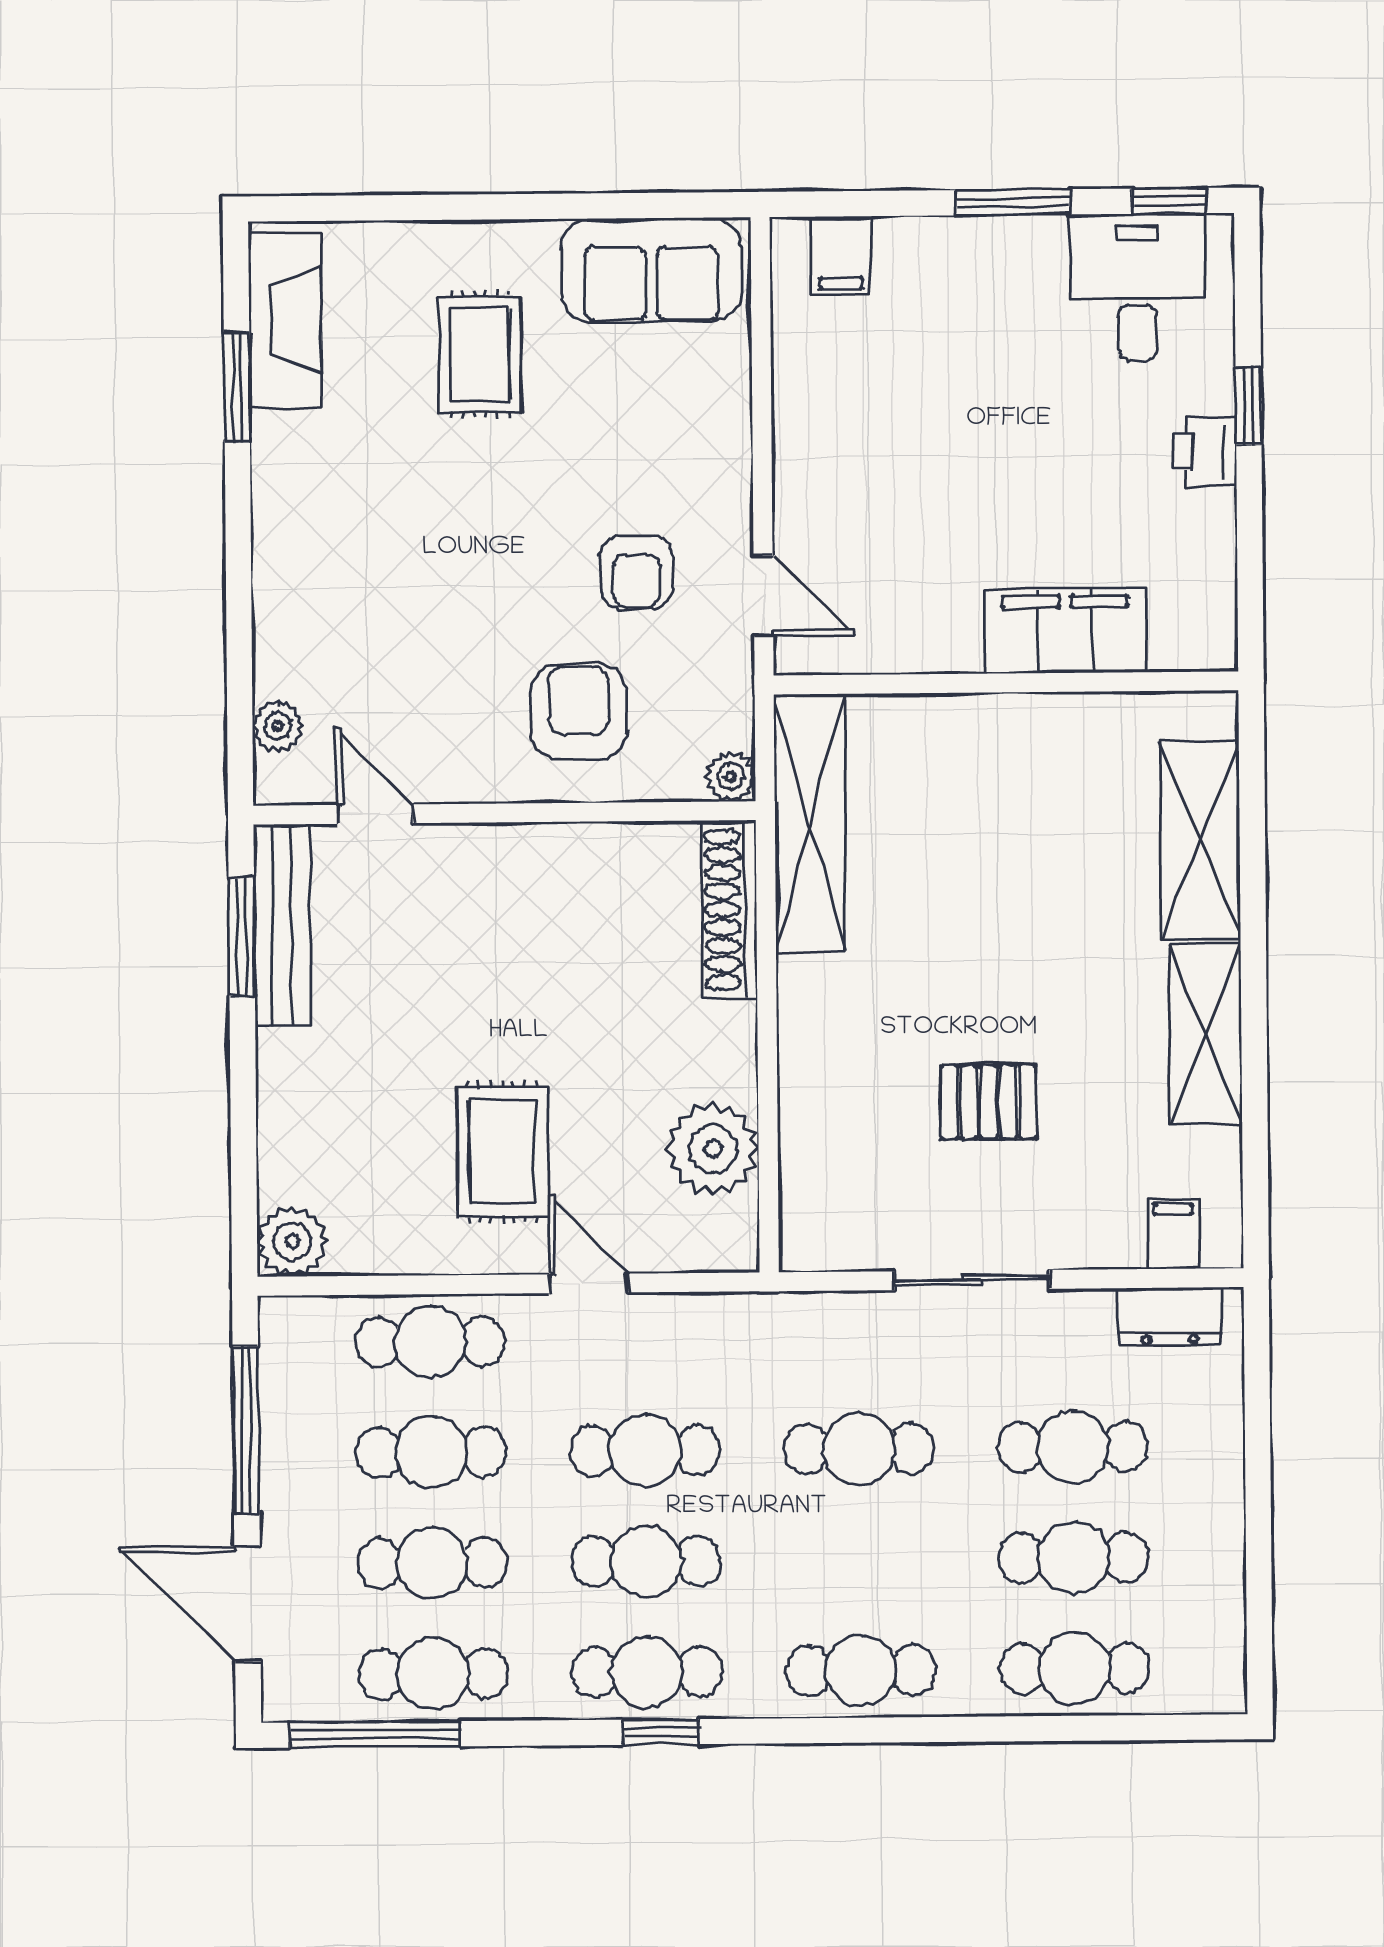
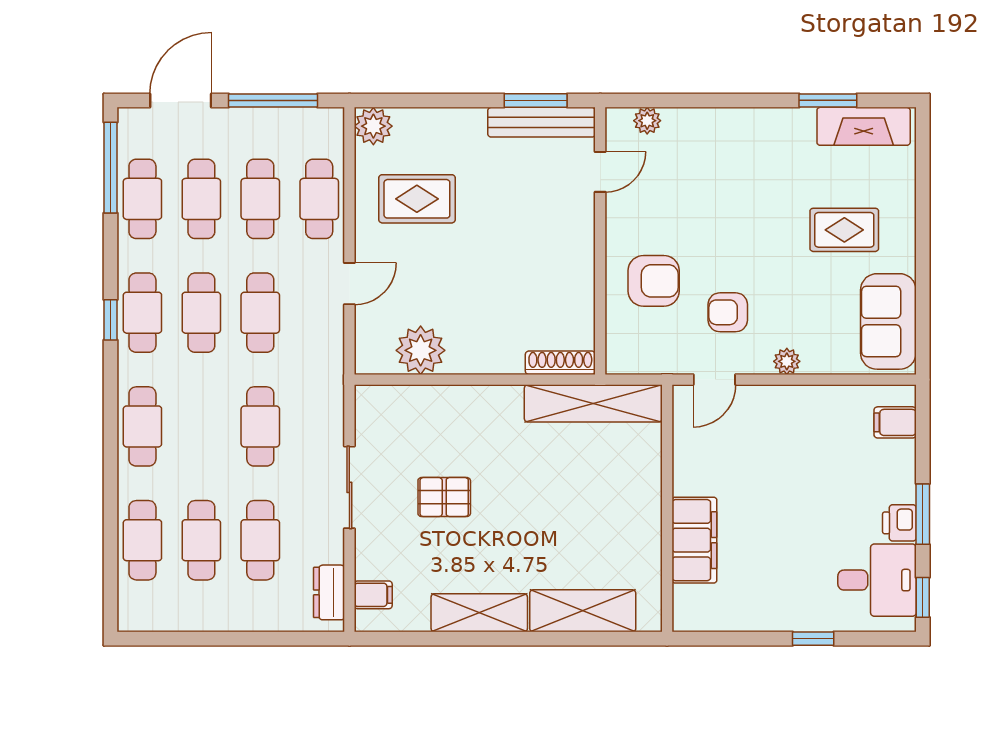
printer: (1205, 452) -> (899, 523), moved, turned -90
plant: (731, 777) -> (787, 361), moved
shoe rack: (729, 909) -> (560, 363), width x0.74, depth x0.81
pallet: (988, 1102) -> (444, 497), turned 90
rug: (502, 1152) -> (417, 199), moved

